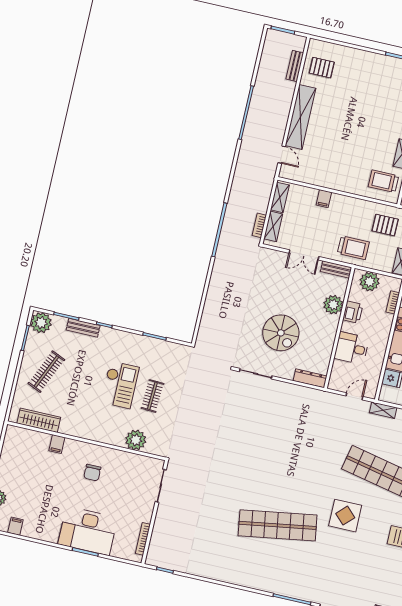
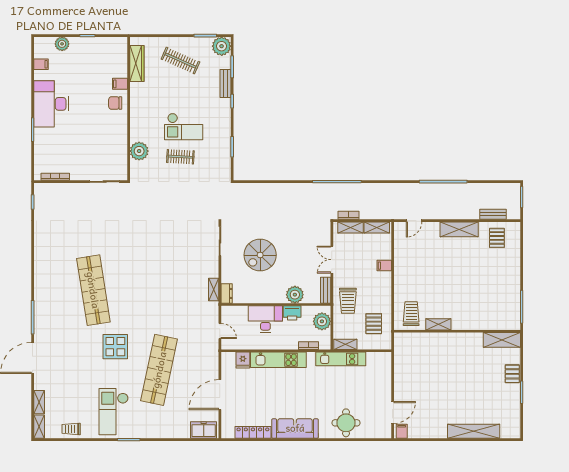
shelving: (301, 117) -> (459, 229), width x0.68
desk: (352, 348) -> (265, 319), width x1.37
dresser: (310, 378) -> (227, 293), width x0.70
shelving: (383, 410) -> (214, 290), moved
chair: (92, 473) -> (115, 103), moved
desk: (88, 531) -> (51, 104), moved

